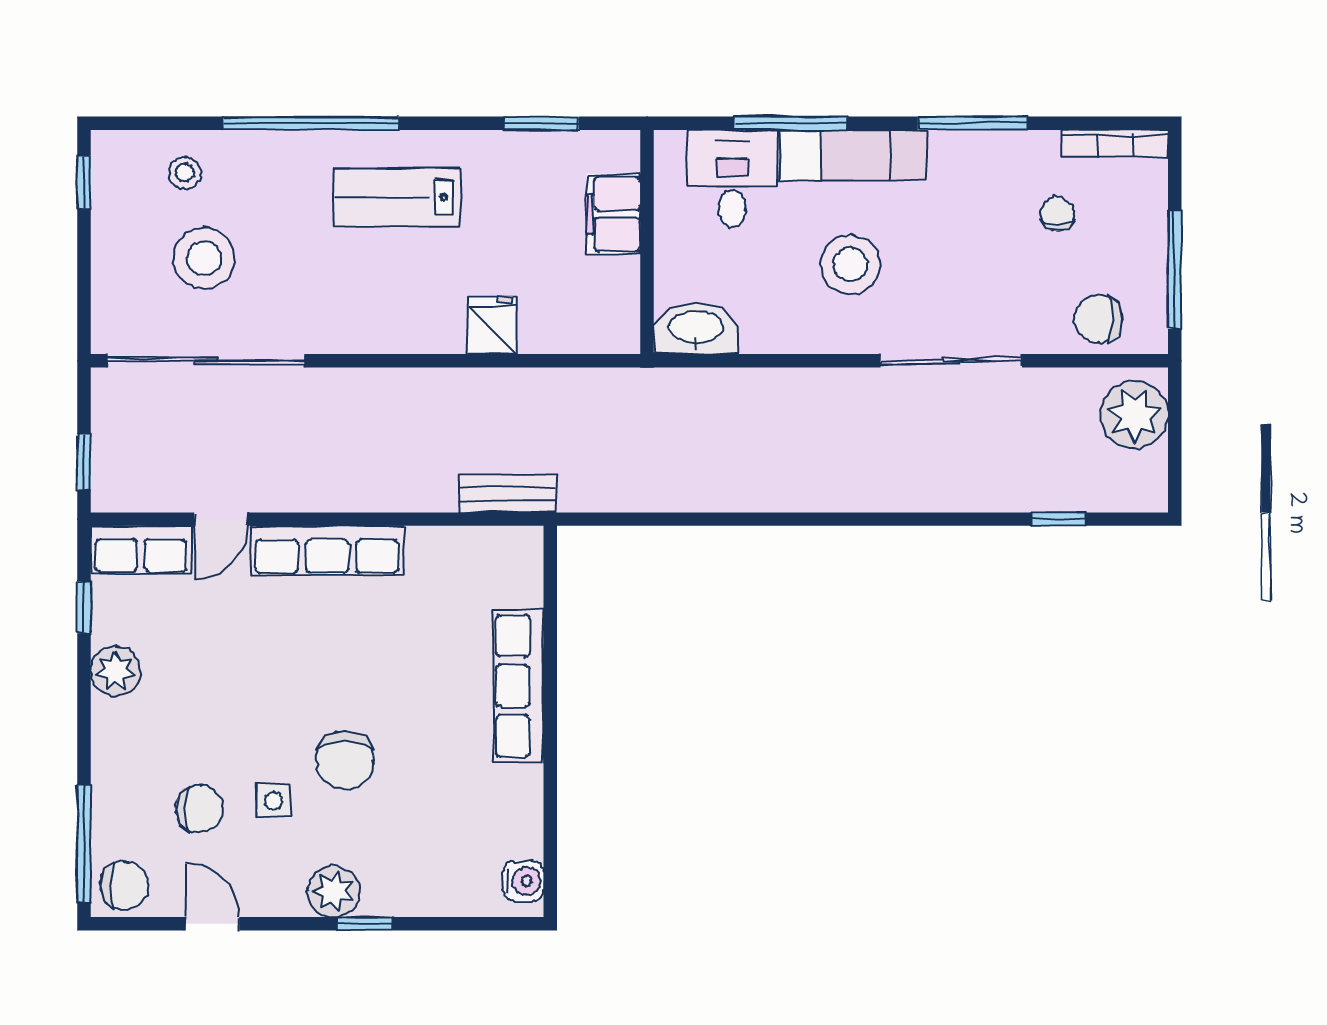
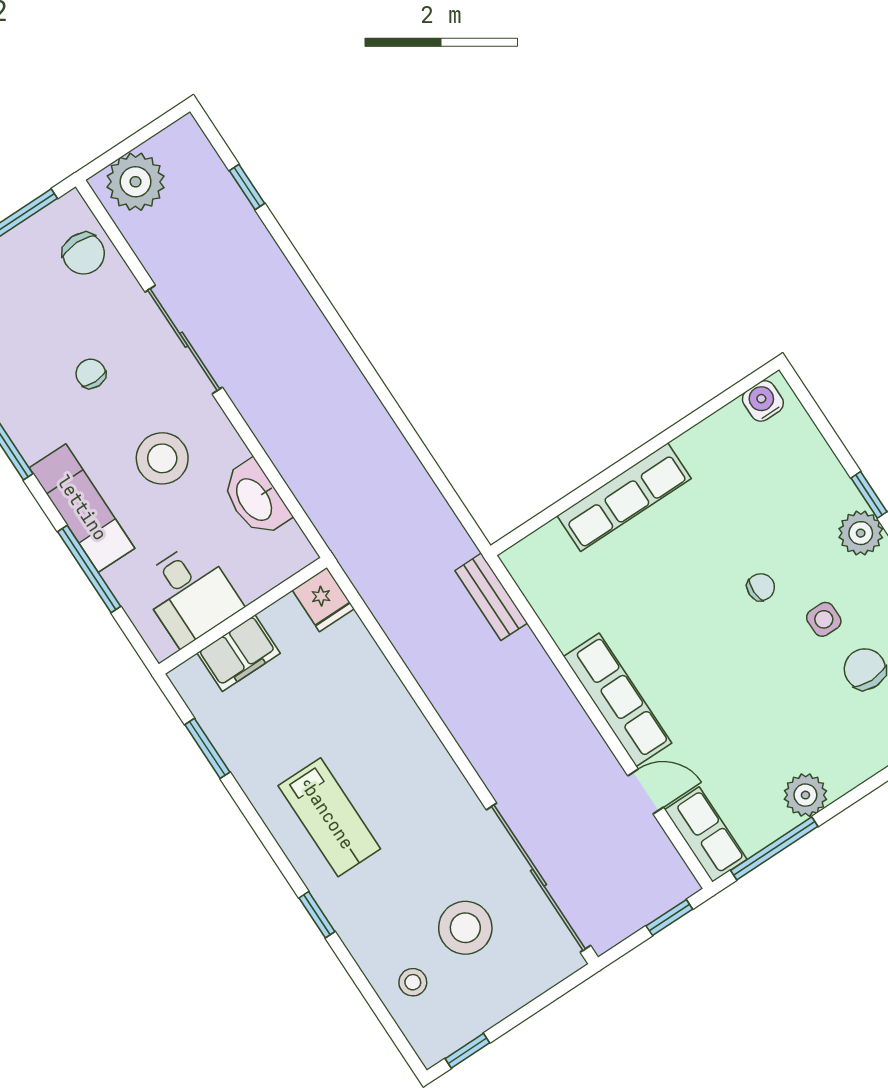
window: (311, 123) -> (317, 915), width x0.32
desk: (732, 179) -> (190, 594), moved, turned -90
chair: (1057, 214) -> (91, 374), moved, turned 90
fridge: (492, 325) -> (323, 600), moved, turned -90
washbasin: (696, 328) -> (255, 499), moved
window: (84, 607) -> (774, 848), width x2.17
chair: (345, 760) -> (761, 587), width x0.54, depth x0.54

